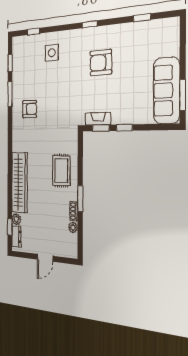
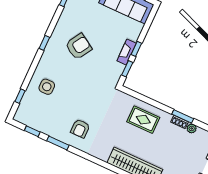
armchair: (101, 63) -> (79, 47), turned -147
armchair: (30, 109) -> (80, 129), turned 180
fireplace: (98, 119) -> (127, 52), moved
window: (80, 199) -> (183, 116), moved

